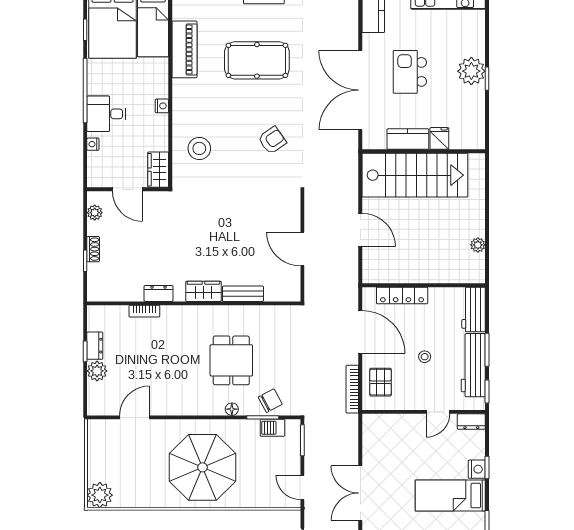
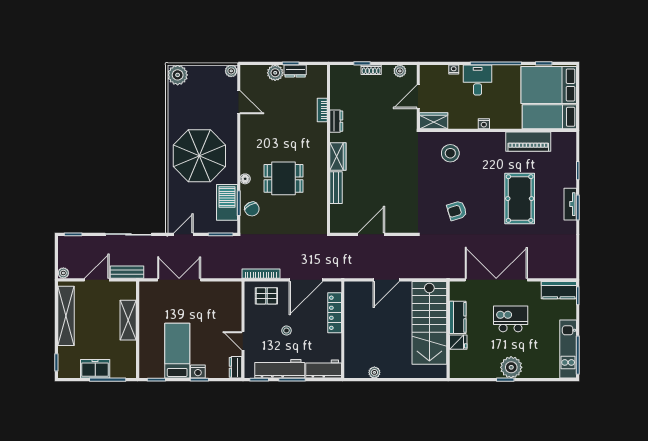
armchair: (272, 140) -> (457, 211), turned 108
plant: (95, 427) -> (231, 71), added
barbecue: (272, 428) -> (227, 202), width x1.88, depth x1.53

